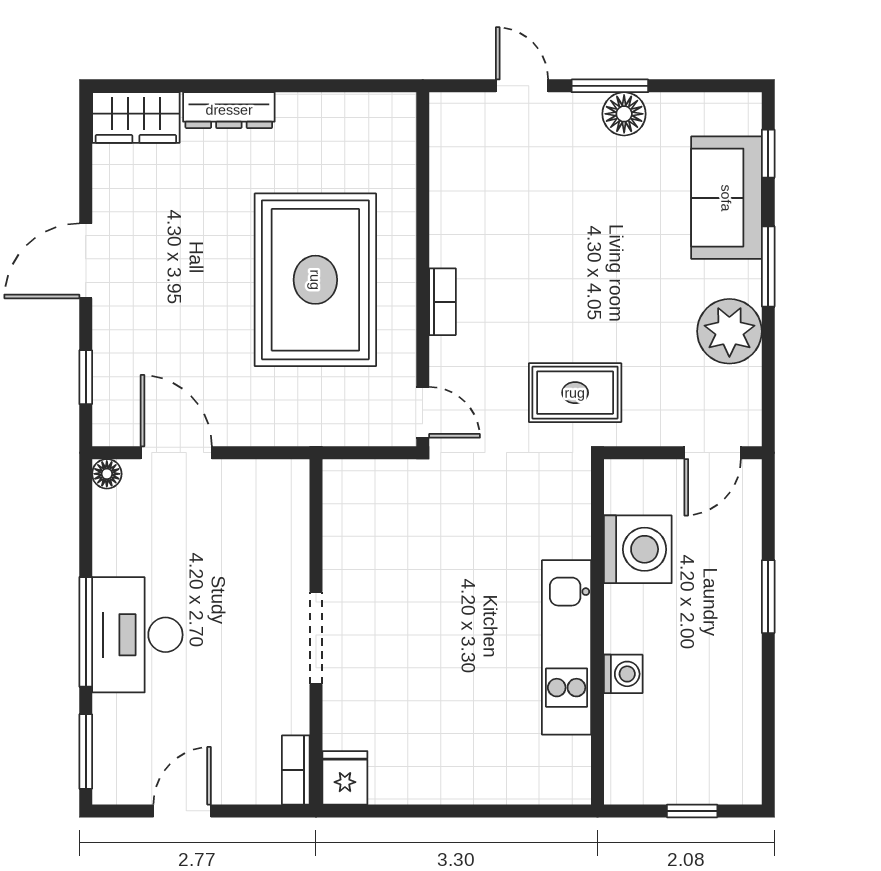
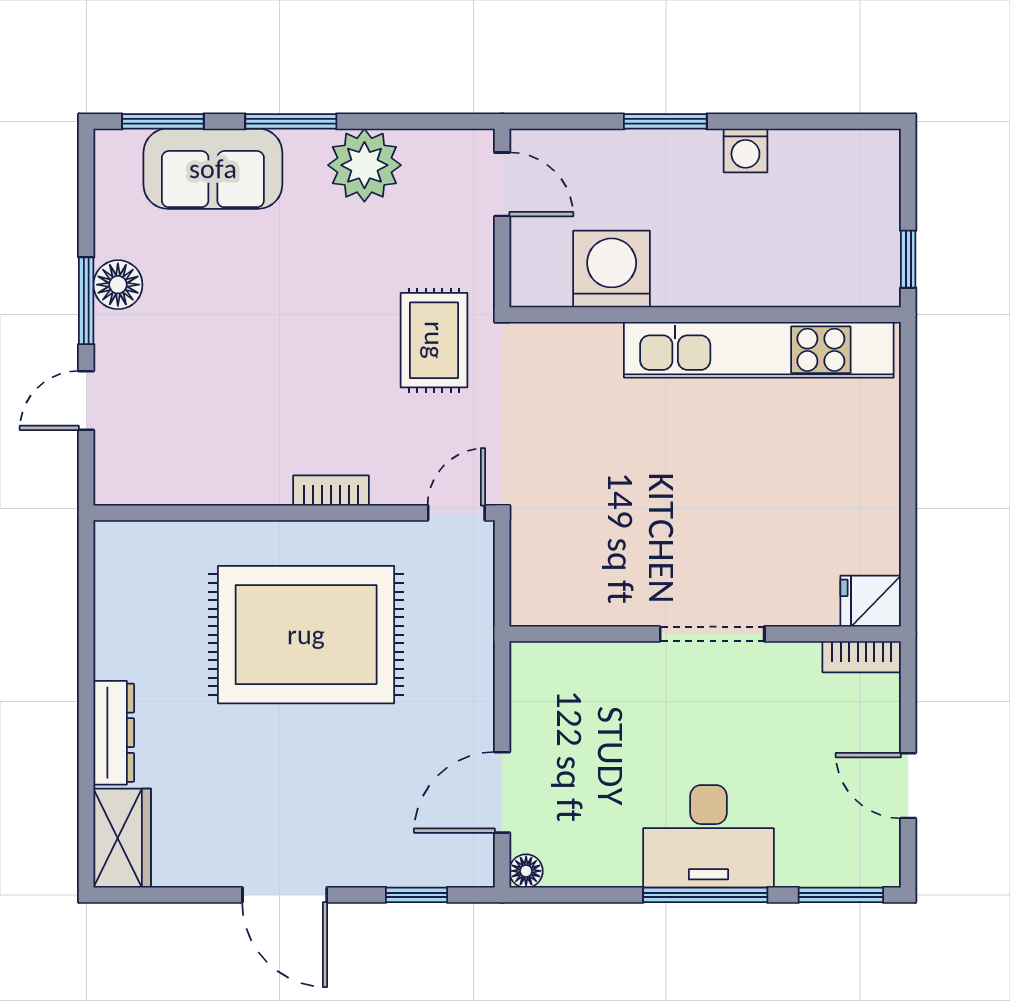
window: (768, 154) -> (163, 121), width x1.50
kitchen unit: (567, 647) -> (759, 350), width x1.36
washing machine: (623, 674) -> (745, 150), moved, turned 180
window: (692, 811) -> (908, 259), moved

